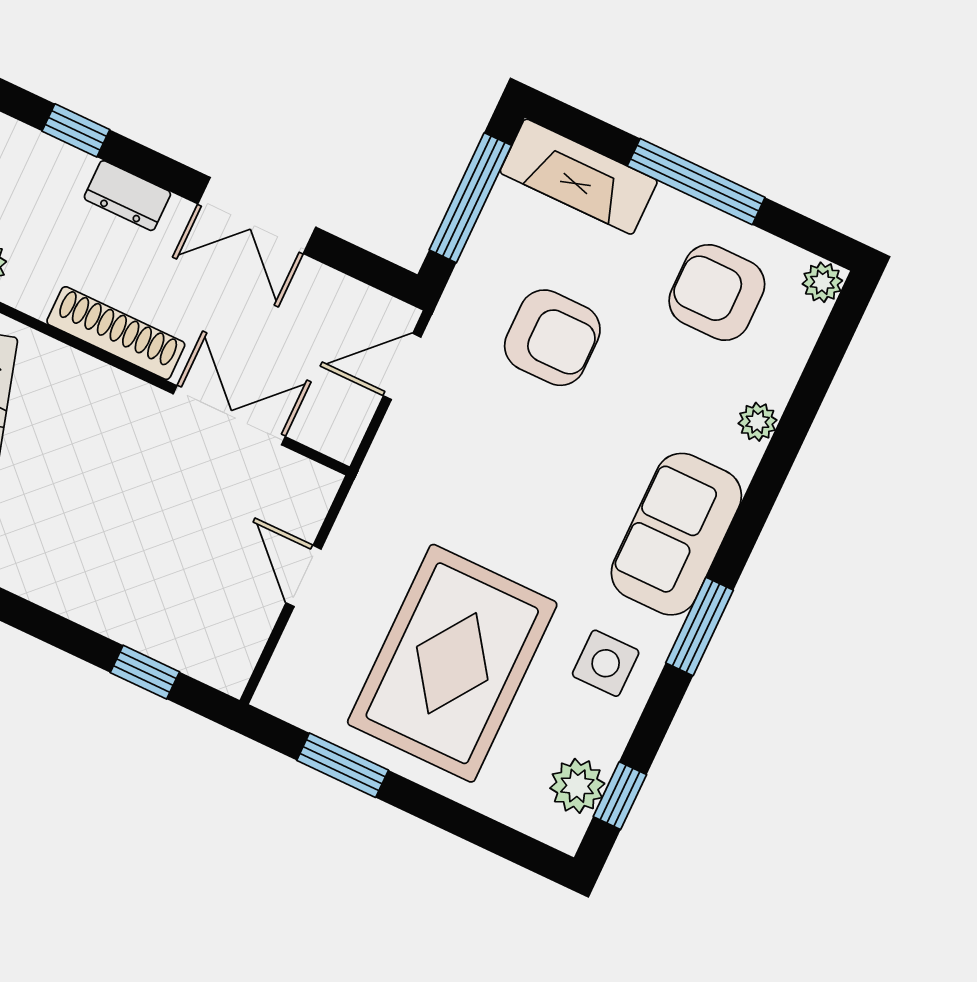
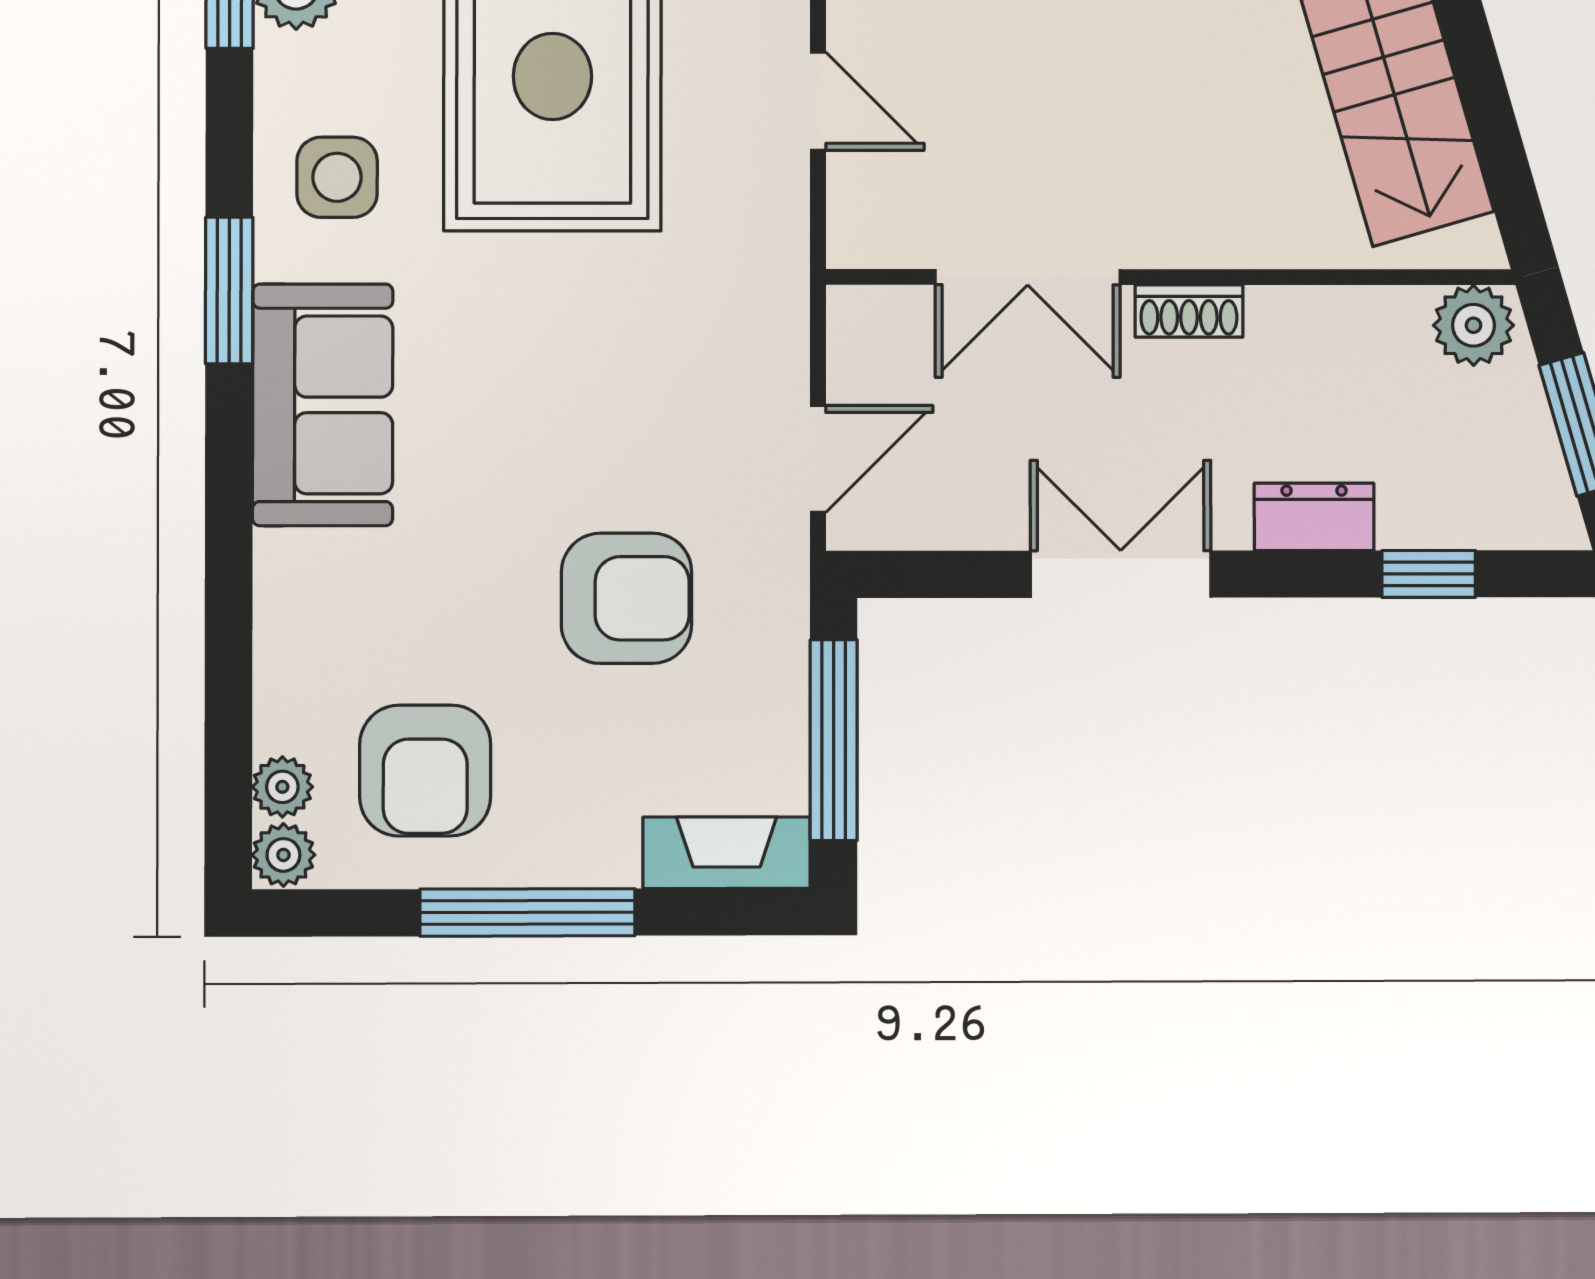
fireplace: (579, 177) -> (727, 853), width x0.73, depth x0.76
armchair: (717, 292) -> (425, 771), turned 90
shoe rack: (116, 333) -> (1189, 311), width x0.51, depth x0.81
armchair: (552, 338) -> (626, 598), turned 180
plant: (758, 422) -> (282, 787), moved

